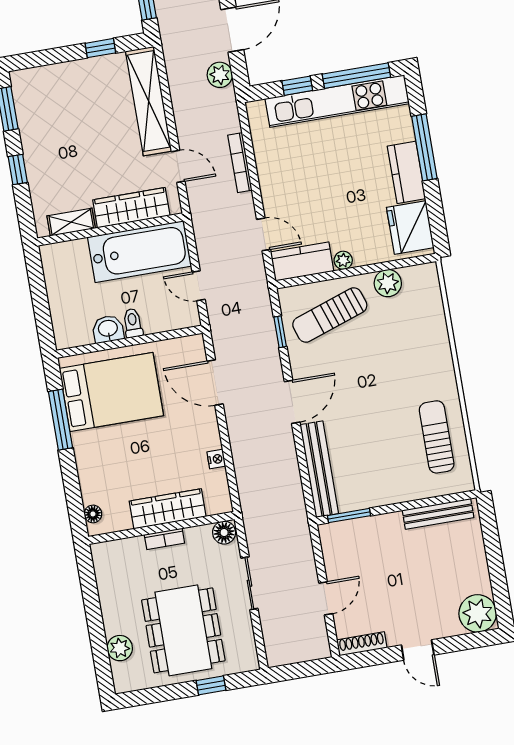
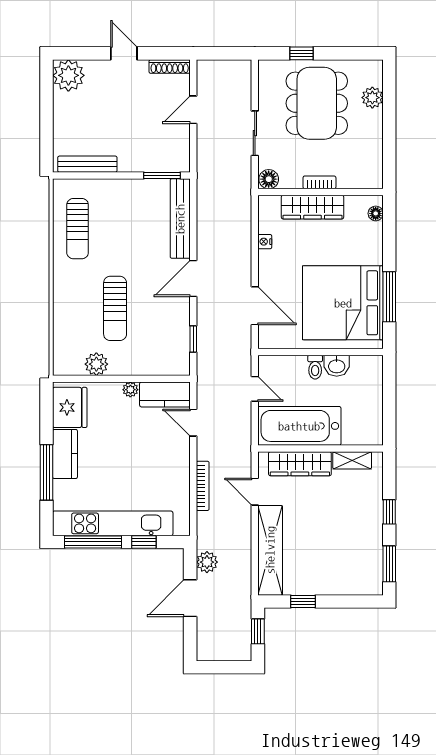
sun lounger: (330, 315) -> (115, 308), moved, turned 109
bed: (111, 392) -> (343, 303), width x1.36

